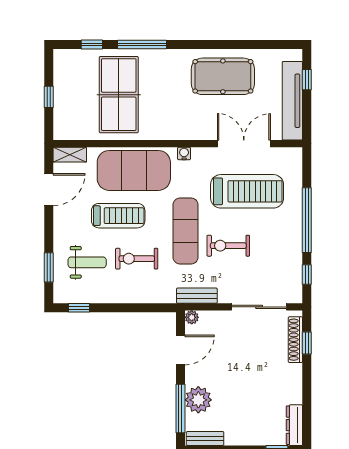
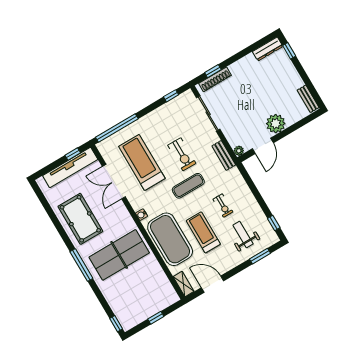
window: (92, 44) -> (116, 324), moved
window: (142, 44) -> (81, 265), moved
window: (307, 80) -> (73, 154), moved
table tennis table: (119, 95) -> (119, 255), moved
window: (307, 220) -> (117, 128), moved
exercise mat: (186, 231) -> (188, 186), width x0.73, depth x0.69
exercise bike: (137, 259) -> (223, 206), width x0.73, depth x0.72
door: (180, 350) -> (263, 146), swing flipped
plant: (198, 400) -> (276, 124), moved
window: (180, 408) -> (299, 125), removed

